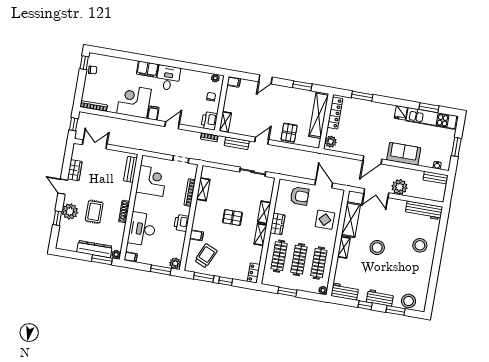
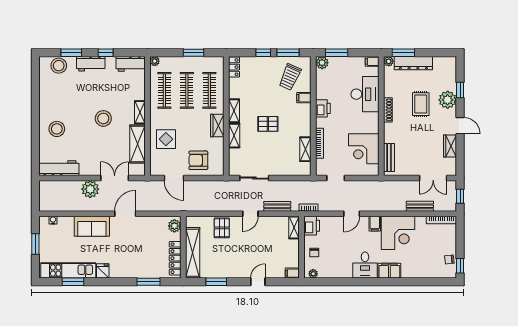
bench: (436, 178) -> (420, 206), moved

